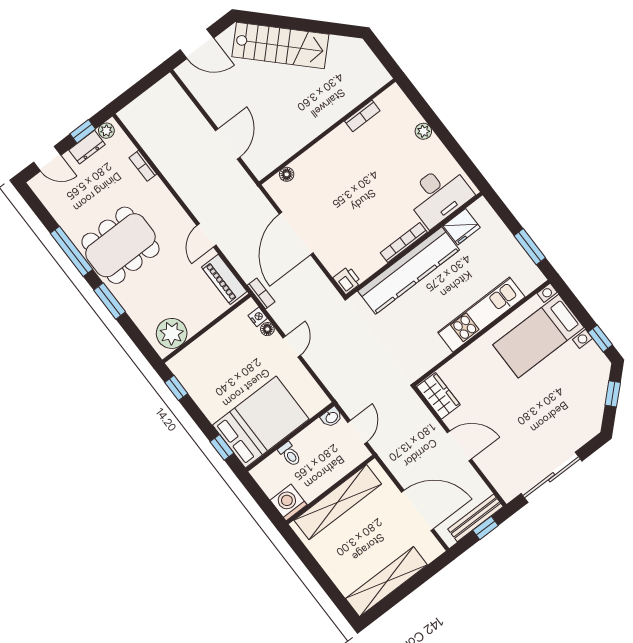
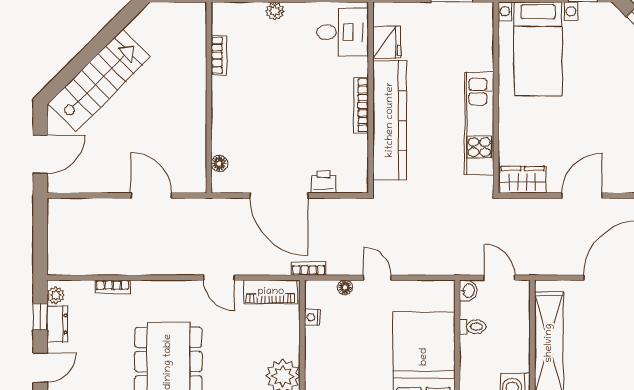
desk: (439, 195) -> (343, 32), width x0.73
printer: (347, 280) -> (323, 182), moved
kitchen unit: (481, 315) -> (479, 123), moved
nightstand: (258, 317) -> (312, 317), moved, turned -90
toilet: (290, 454) -> (473, 327), moved

